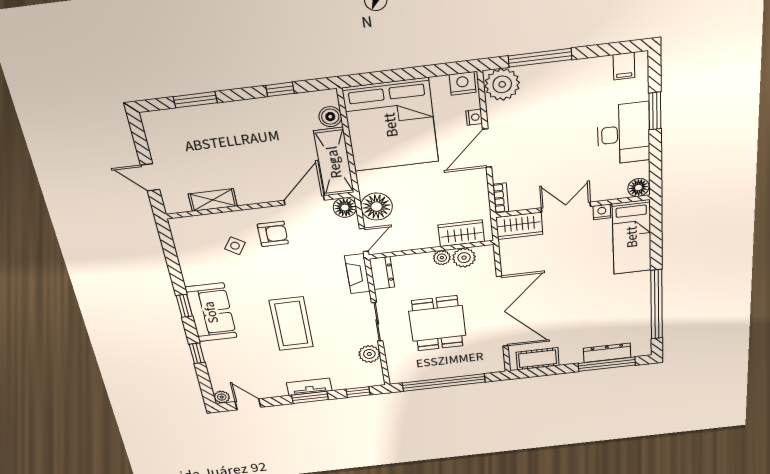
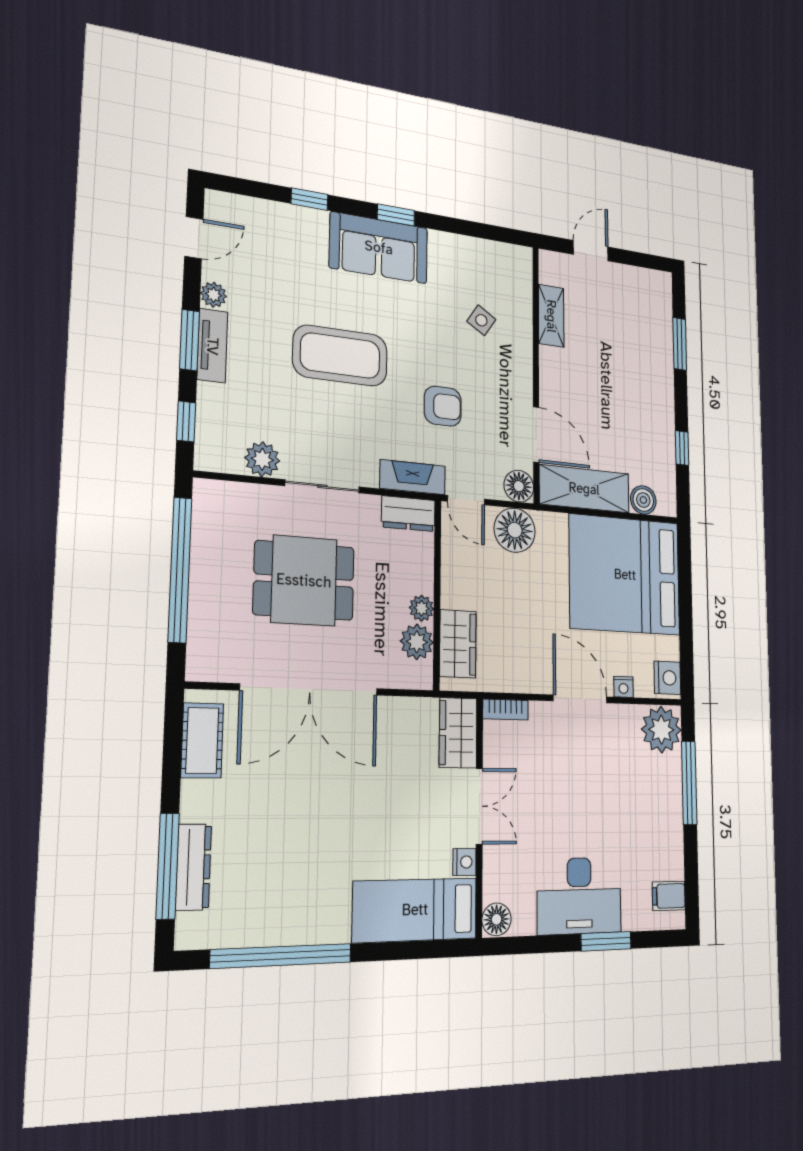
armchair: (273, 234) -> (443, 406), moved, turned -90
plant: (222, 397) -> (214, 295), moved

